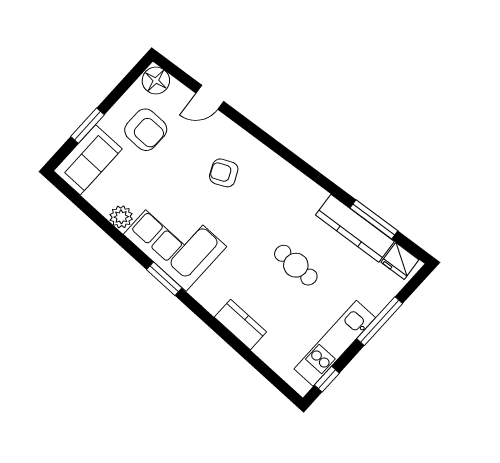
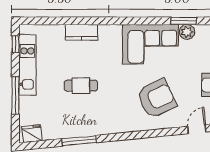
armchair: (224, 173) -> (157, 99), width x1.88, depth x1.88
window: (374, 219) -> (79, 141), moved
kitchen counter: (355, 228) -> (68, 130), removed
window: (164, 279) -> (184, 21), moved

